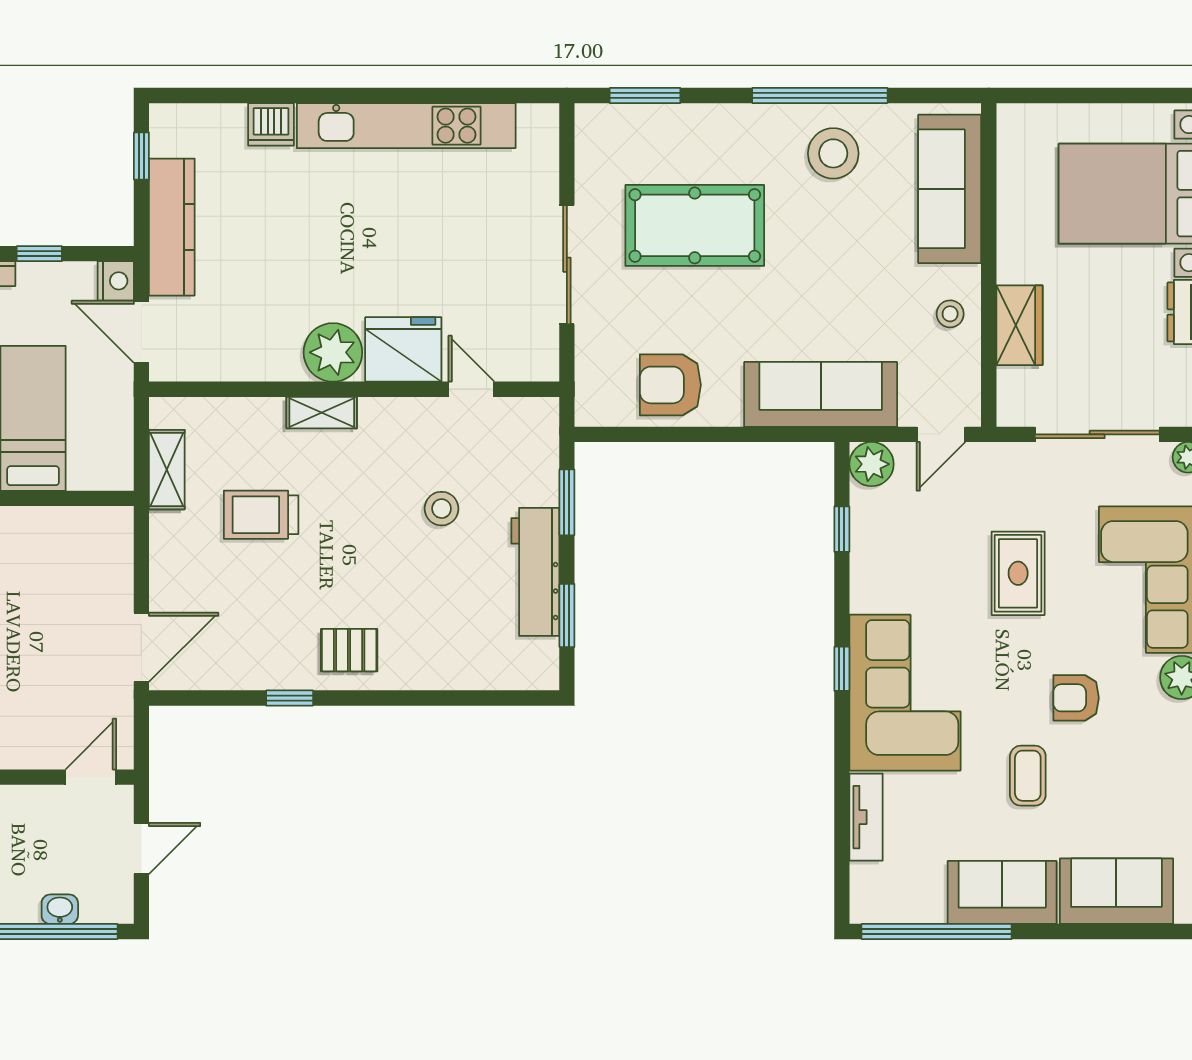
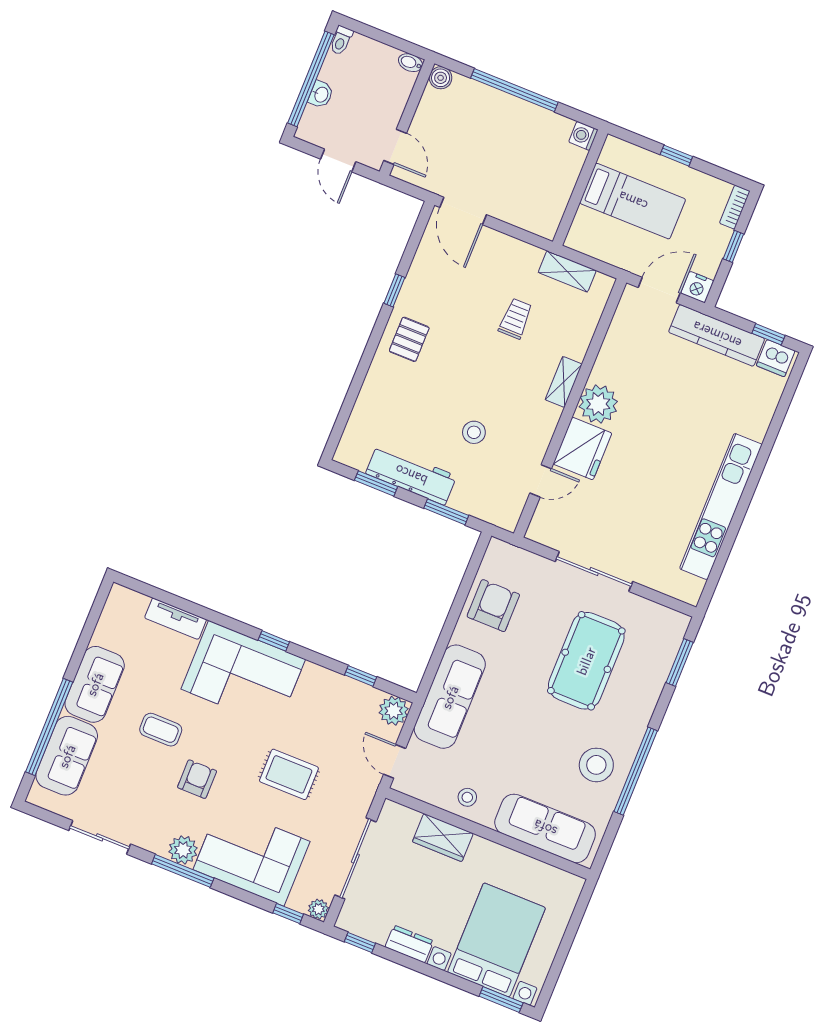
dishwasher: (271, 124) -> (776, 358), moved, turned -90
trolley: (261, 515) -> (515, 319), width x0.73, depth x0.72
window: (937, 932) -> (49, 727), moved

